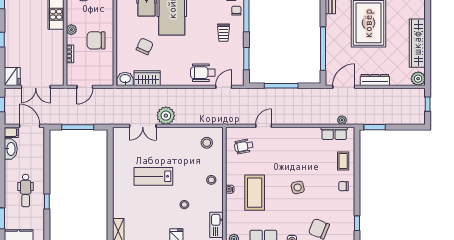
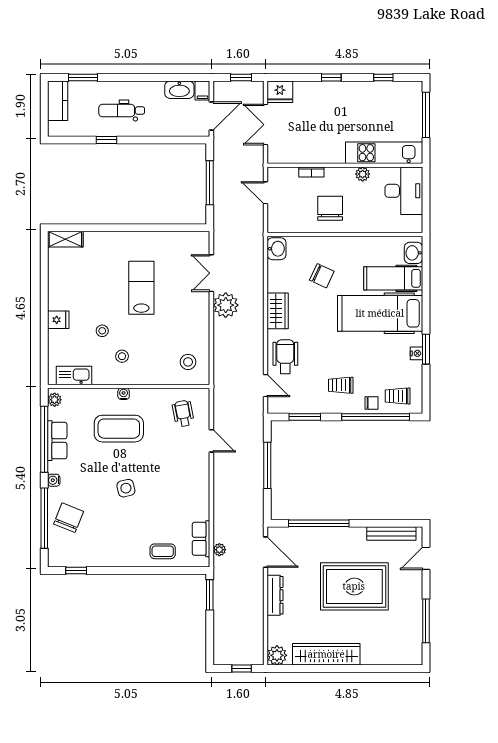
plant: (71, 30) -> (363, 174), moved
wardrobe: (147, 78) -> (278, 311), moved
stool: (211, 180) -> (122, 356), moved
chair: (343, 186) -> (128, 552), removed

